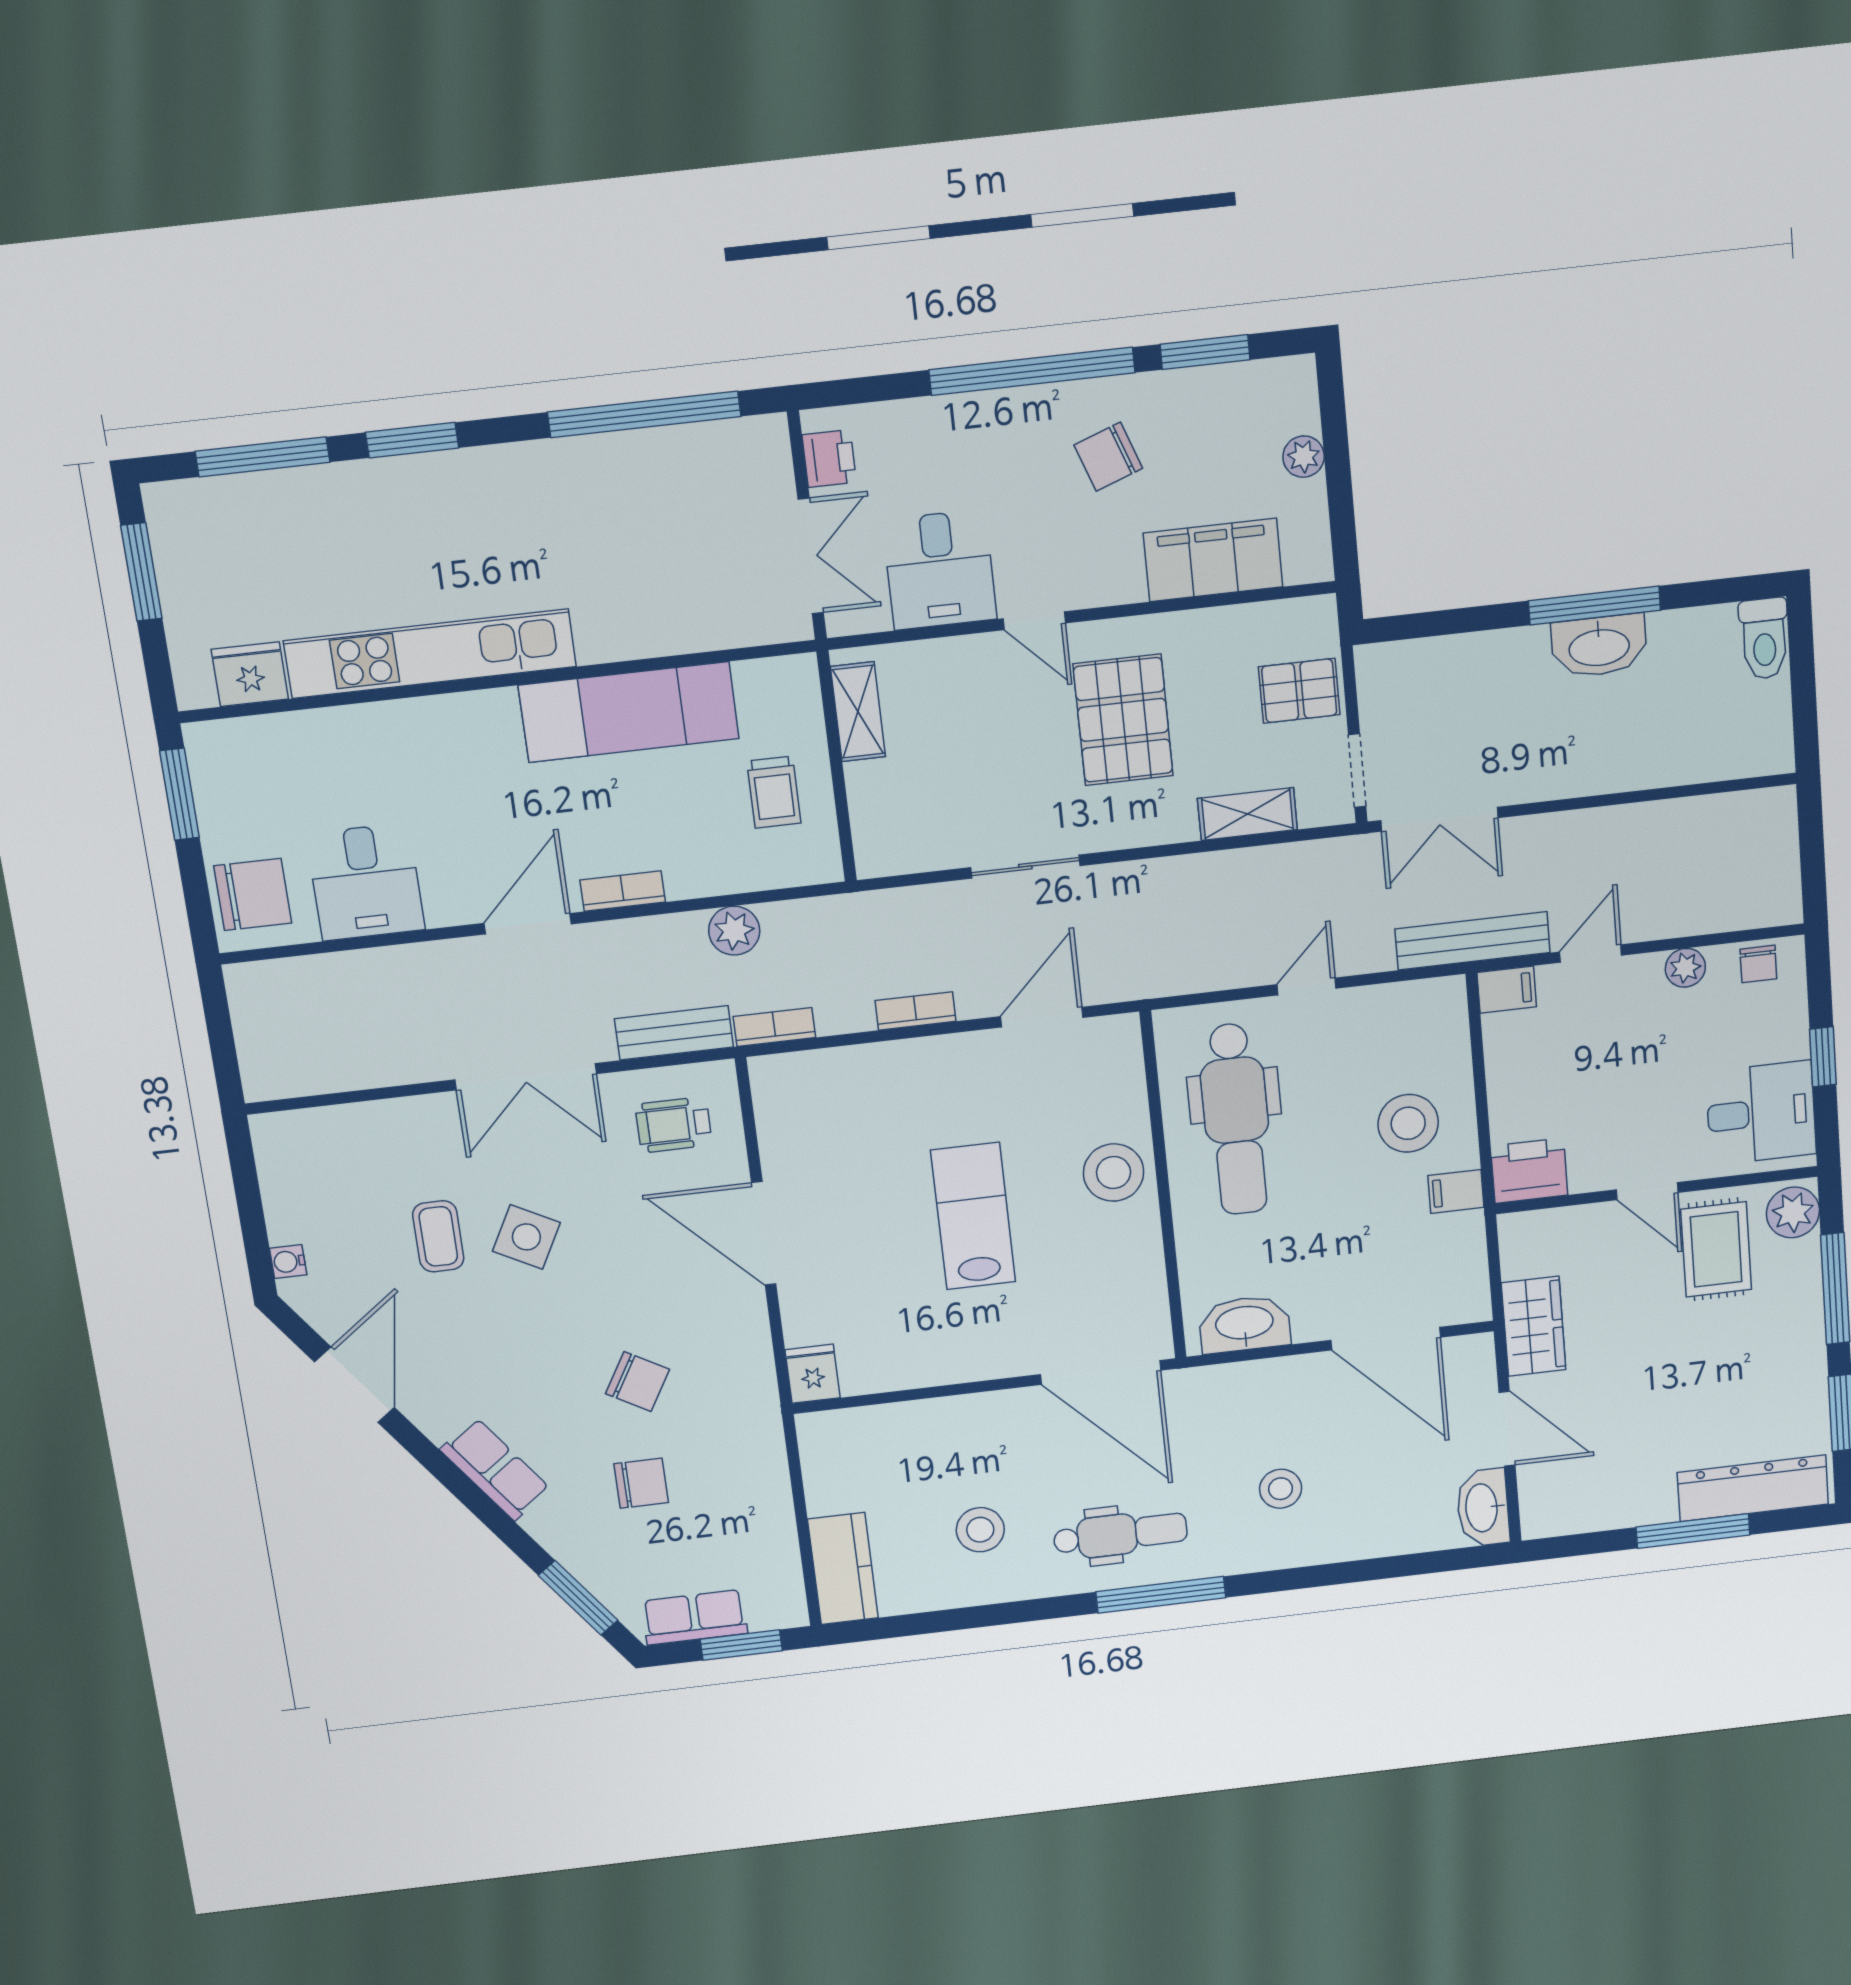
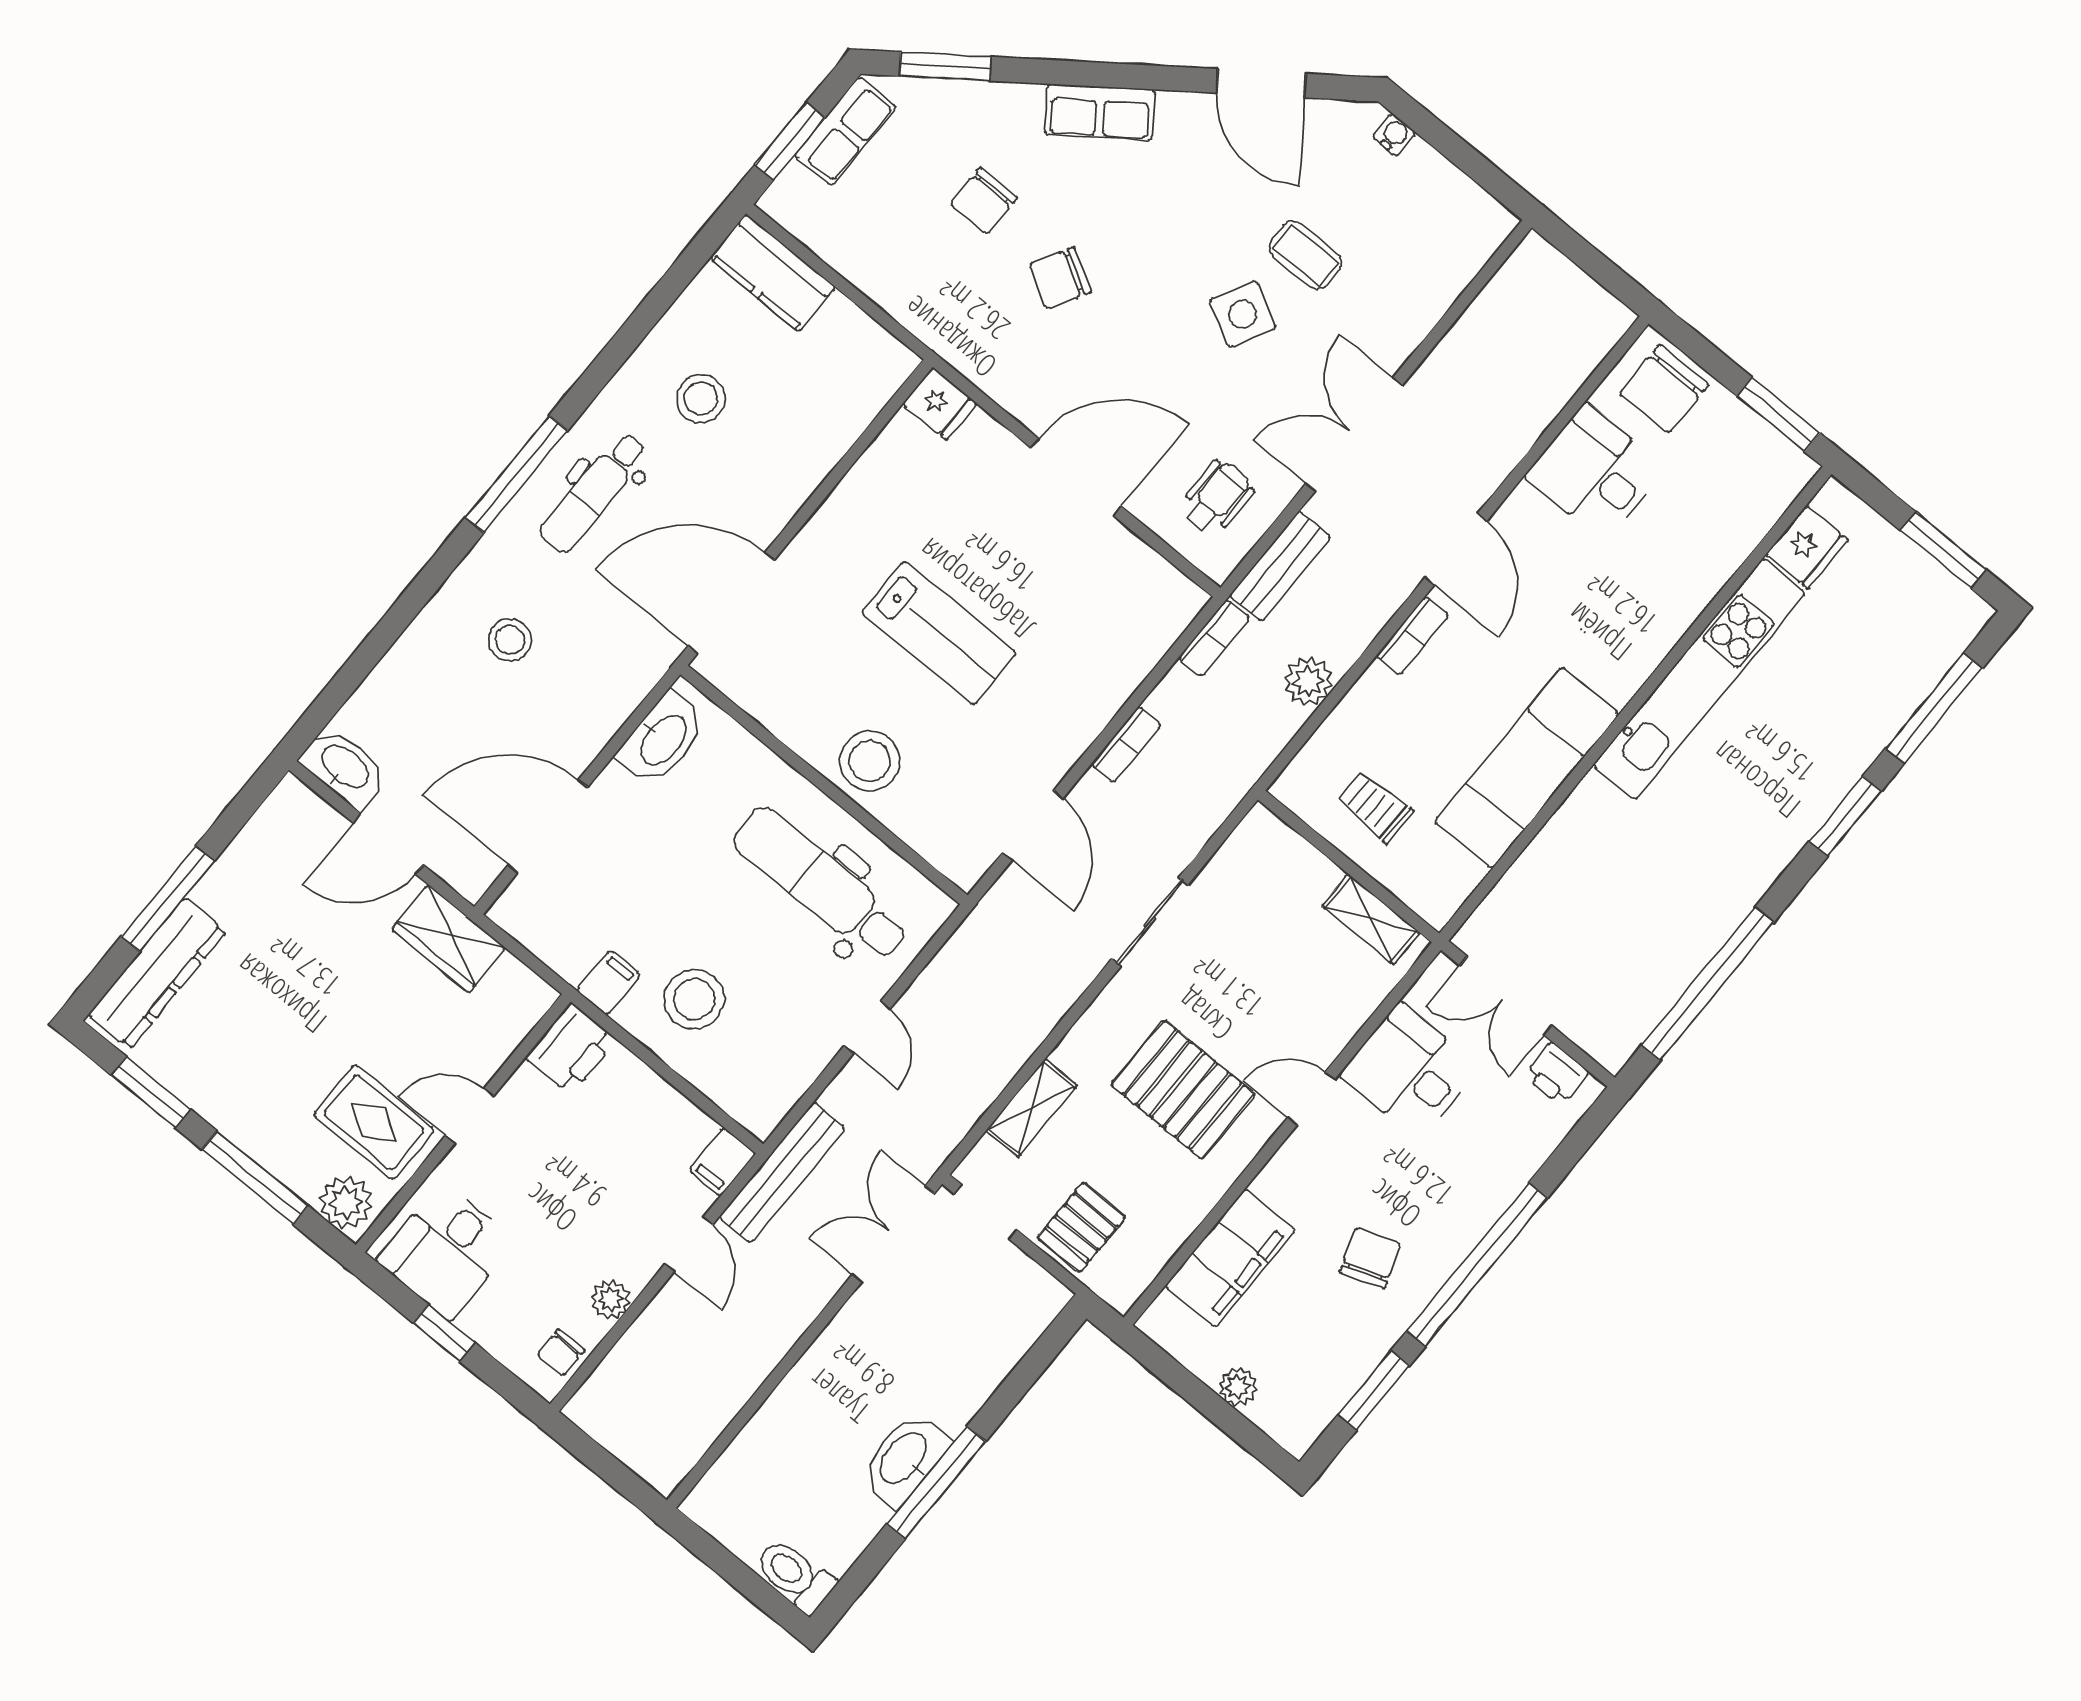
chair: (1758, 964) -> (561, 1353), turned -90

